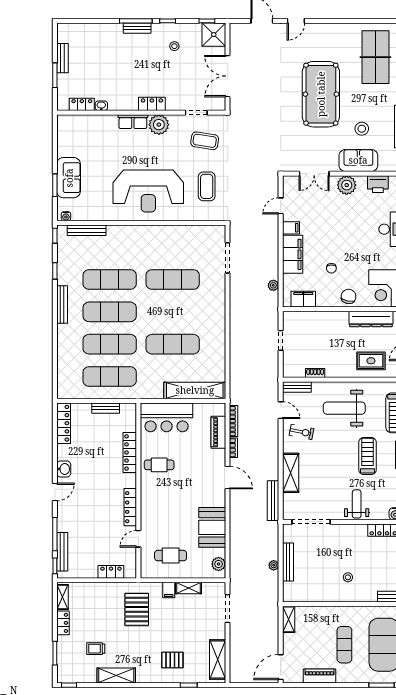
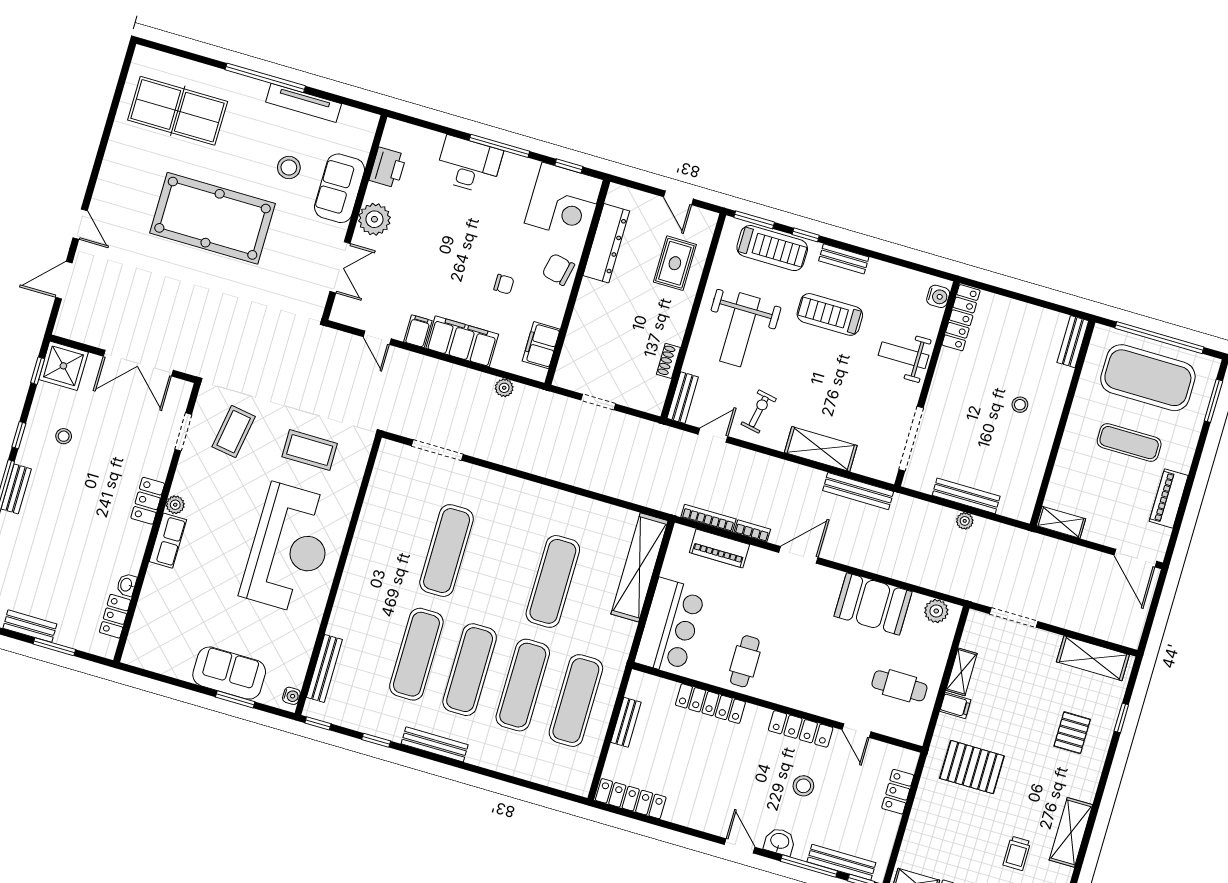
plant: (159, 125) -> (175, 505), width x0.53, depth x0.53
washbasin: (64, 469) -> (780, 842), moved
stool: (99, 518) -> (803, 786), added
cafe table: (171, 556) -> (899, 686), turned 90

